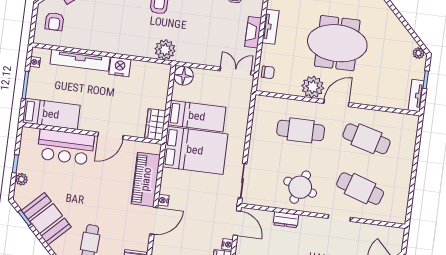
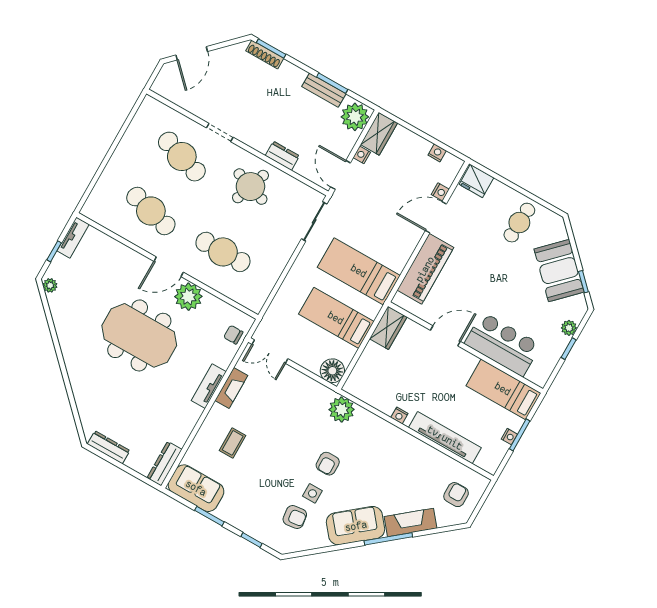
nightstand: (35, 62) -> (509, 437), moved
nightstand: (120, 67) -> (399, 415), width x0.53, depth x0.56
bed: (195, 150) -> (359, 271), width x0.67
nightstand: (163, 200) -> (440, 192), moved

